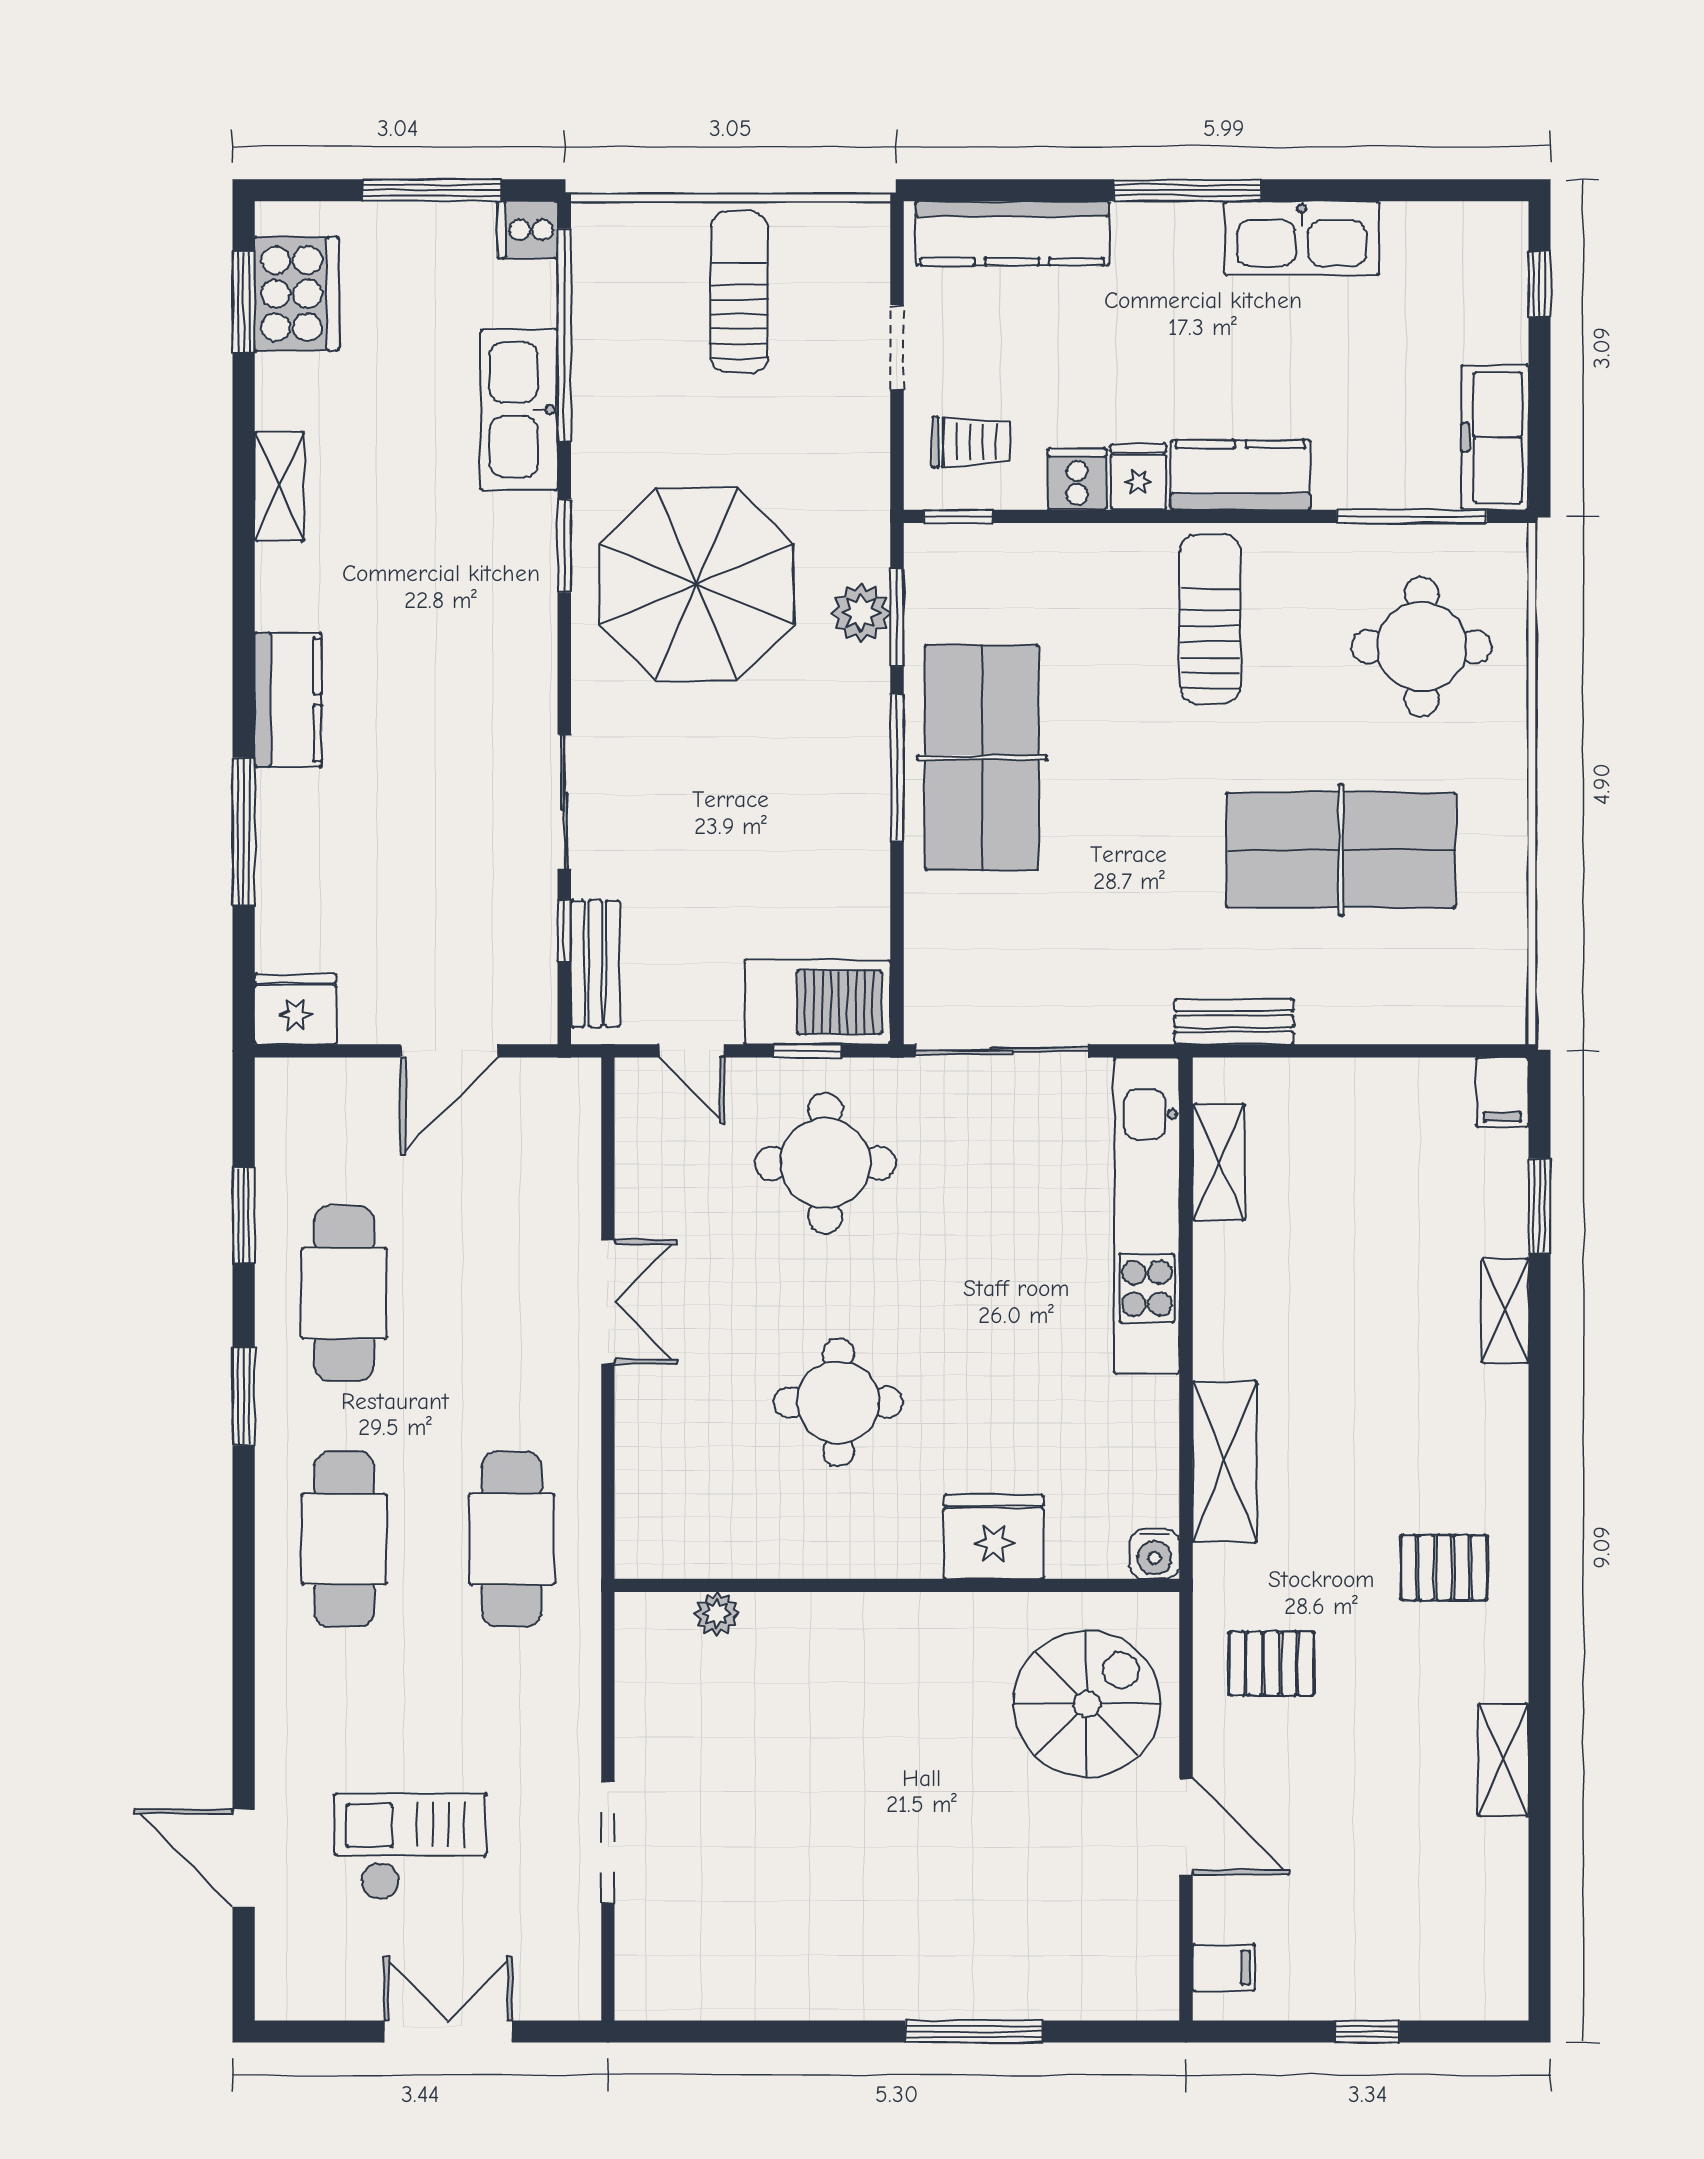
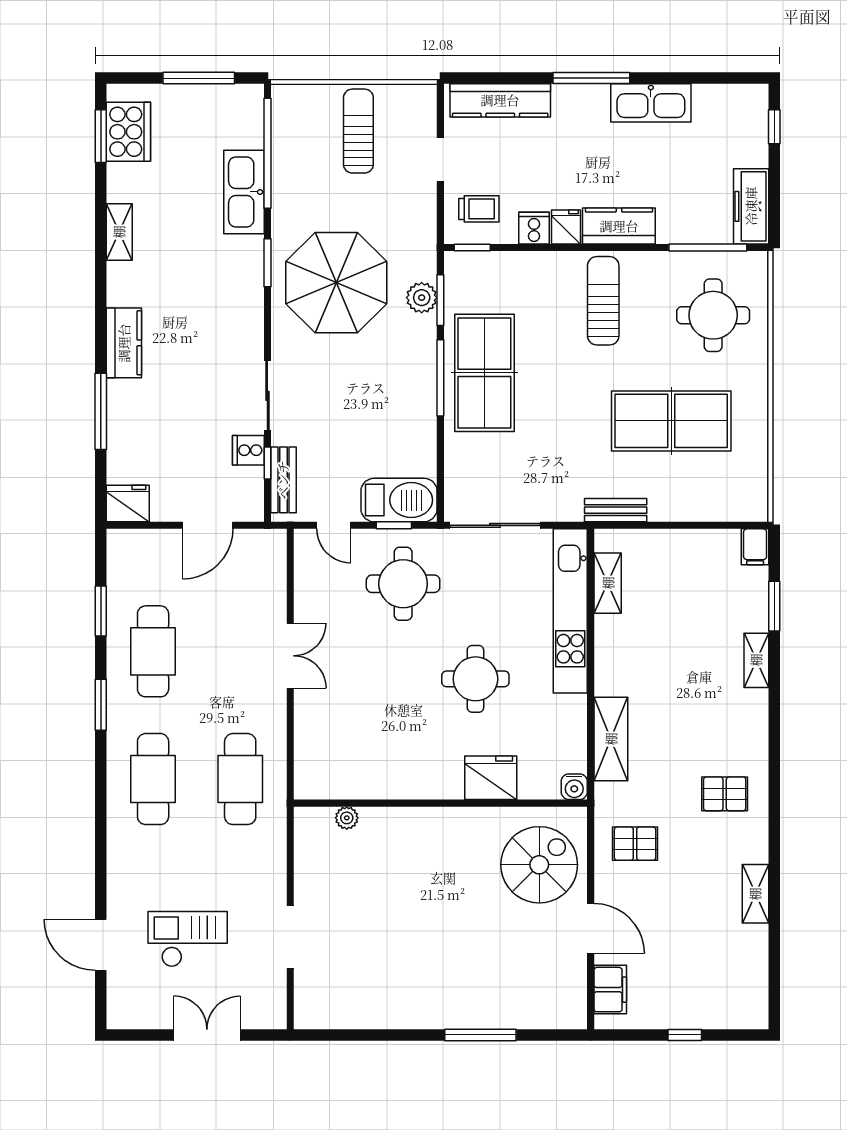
cooker: (528, 230) -> (248, 450), moved
round table: (838, 1402) -> (475, 679), moved
filing cabinet: (1224, 1968) -> (610, 990), width x2.00

